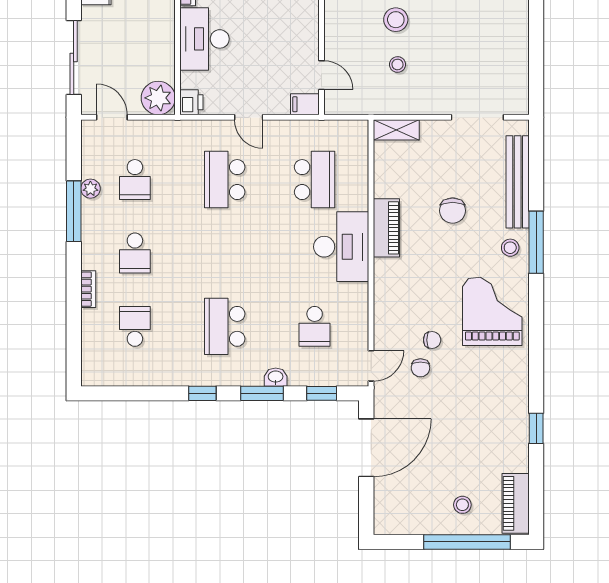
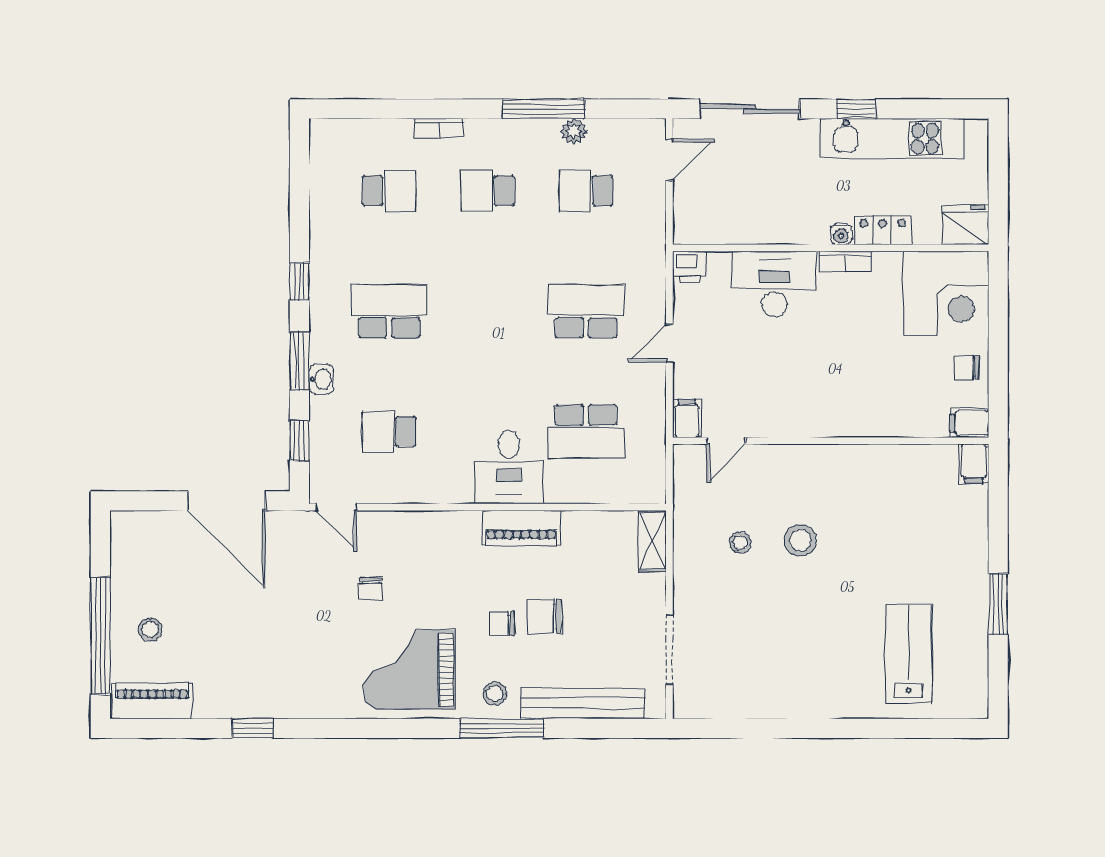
plant: (158, 98) -> (695, 222), removed
desk: (341, 247) -> (509, 467), width x0.73
grand piano: (492, 311) -> (409, 670), turned 180
chair: (420, 368) -> (502, 624), moved

